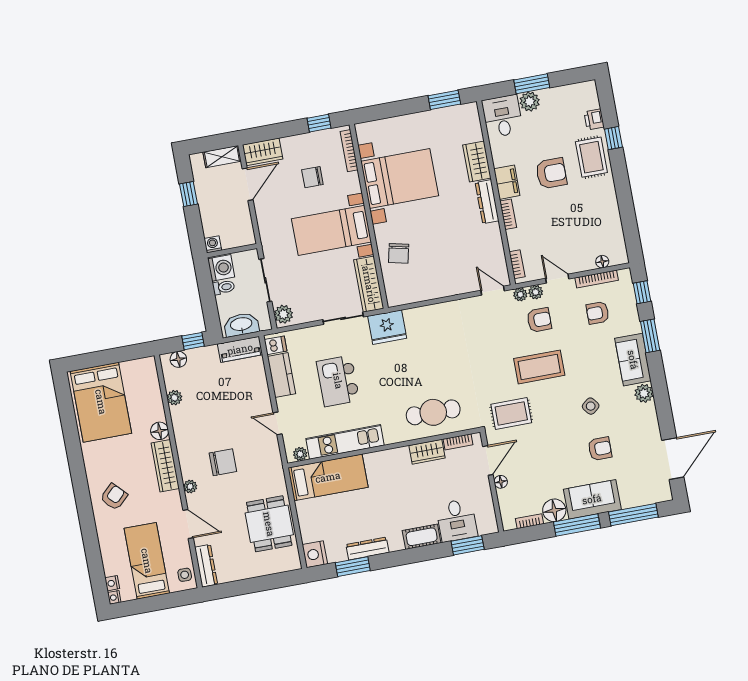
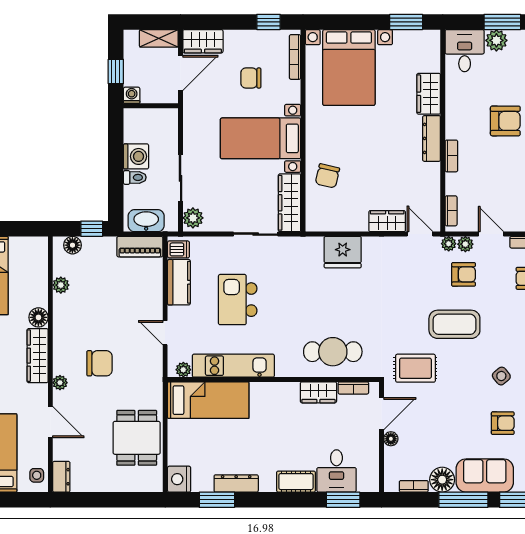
bed with nightstands: (400, 178) -> (349, 67), moved, turned 90
filing cabinet: (507, 182) -> (456, 122), removed
washing machine: (213, 244) -> (132, 95), moved
wall: (232, 251) -> (151, 106), moved
wardrobe: (461, 284) -> (387, 221), added
fridge: (387, 327) -> (343, 252), moved
dresser: (206, 566) -> (61, 477), width x0.70

